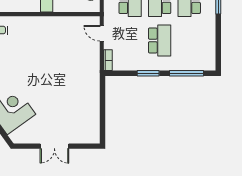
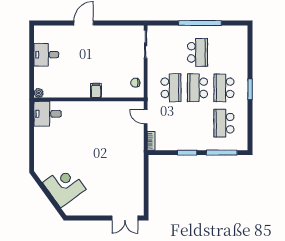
school desk: (160, 40) -> (224, 123), moved, turned 180
double door: (54, 146) -> (125, 218), moved

